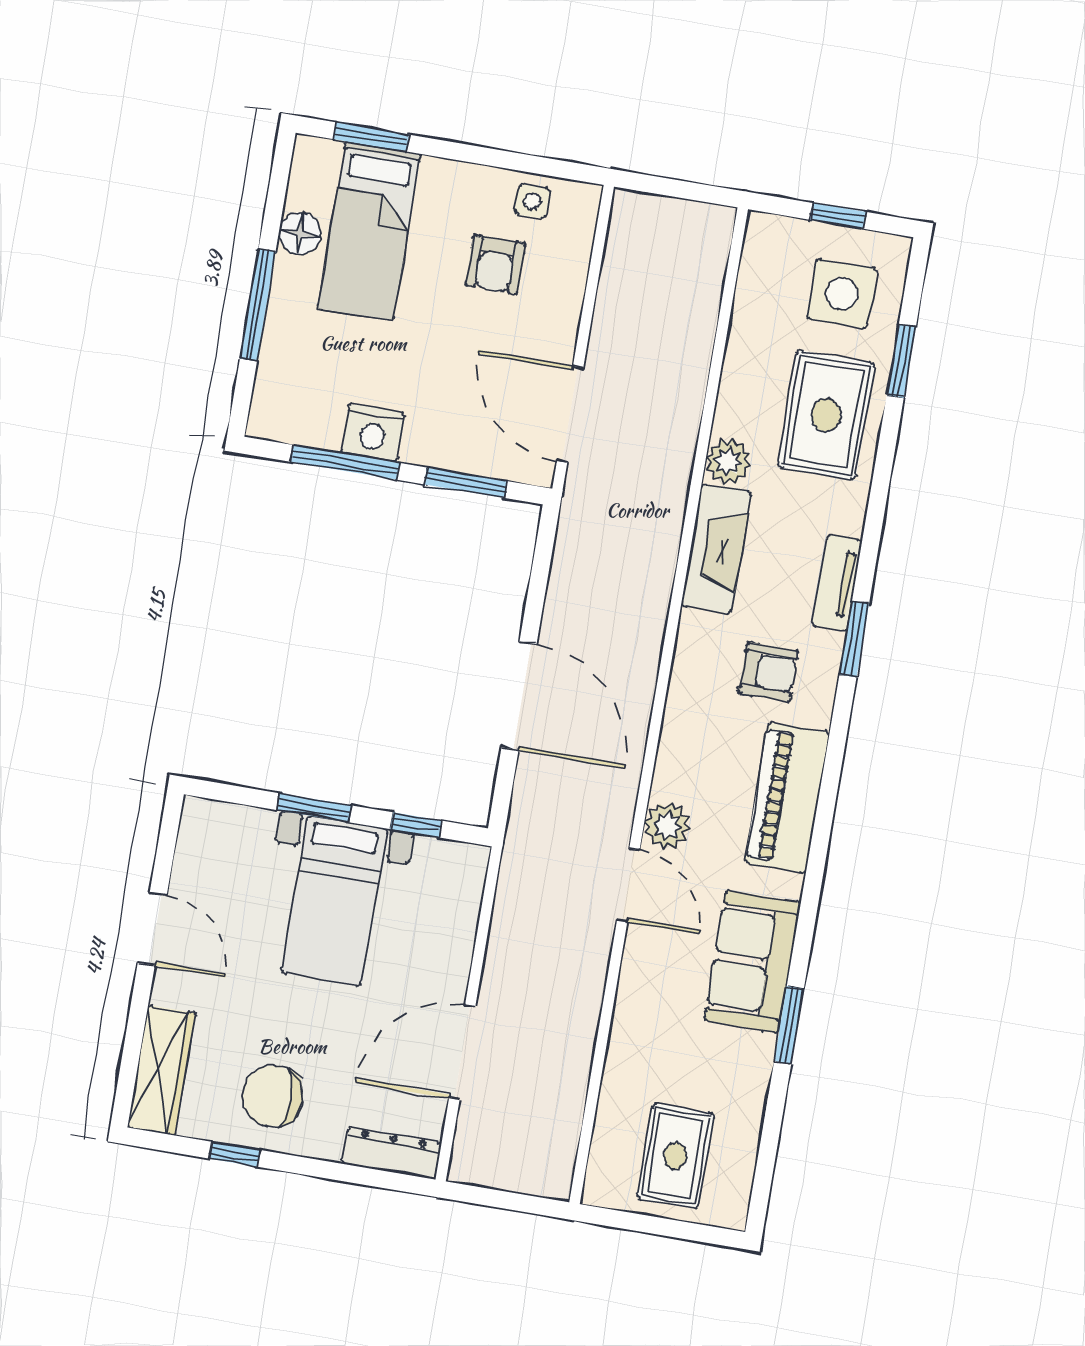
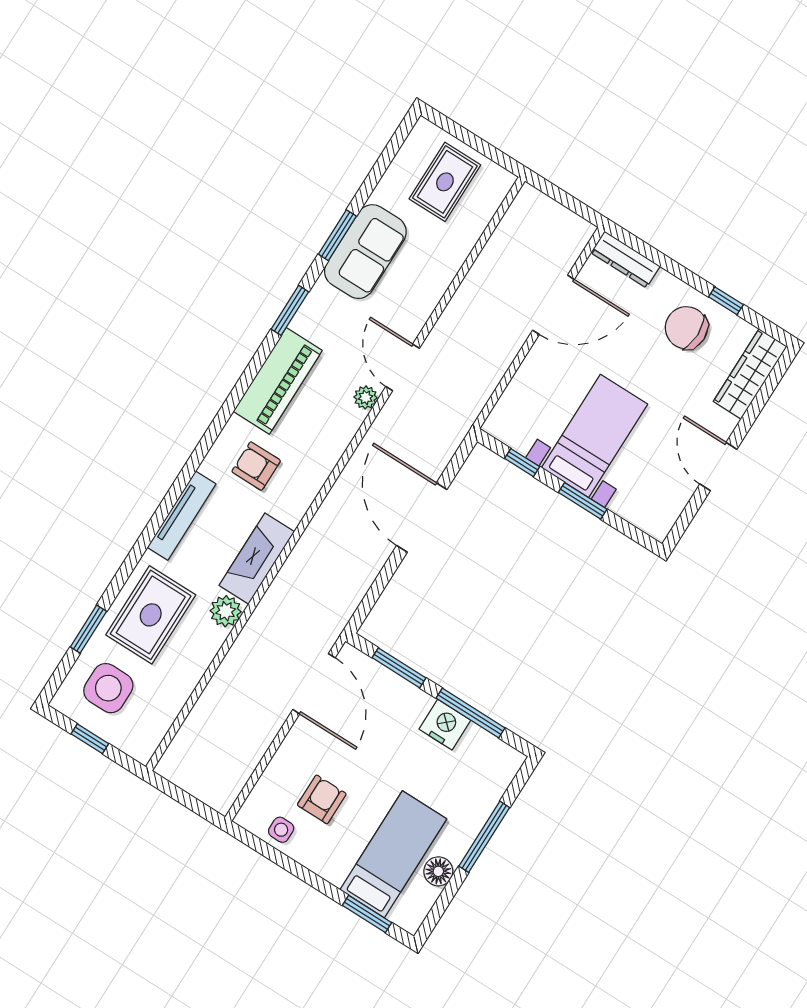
tv unit: (837, 583) -> (182, 516), width x1.41
window: (854, 639) -> (290, 310), moved
plant: (667, 826) -> (366, 397), width x0.73, depth x0.73
sofa: (752, 962) -> (365, 252), moved
chair: (272, 1096) -> (686, 328), turned 180

